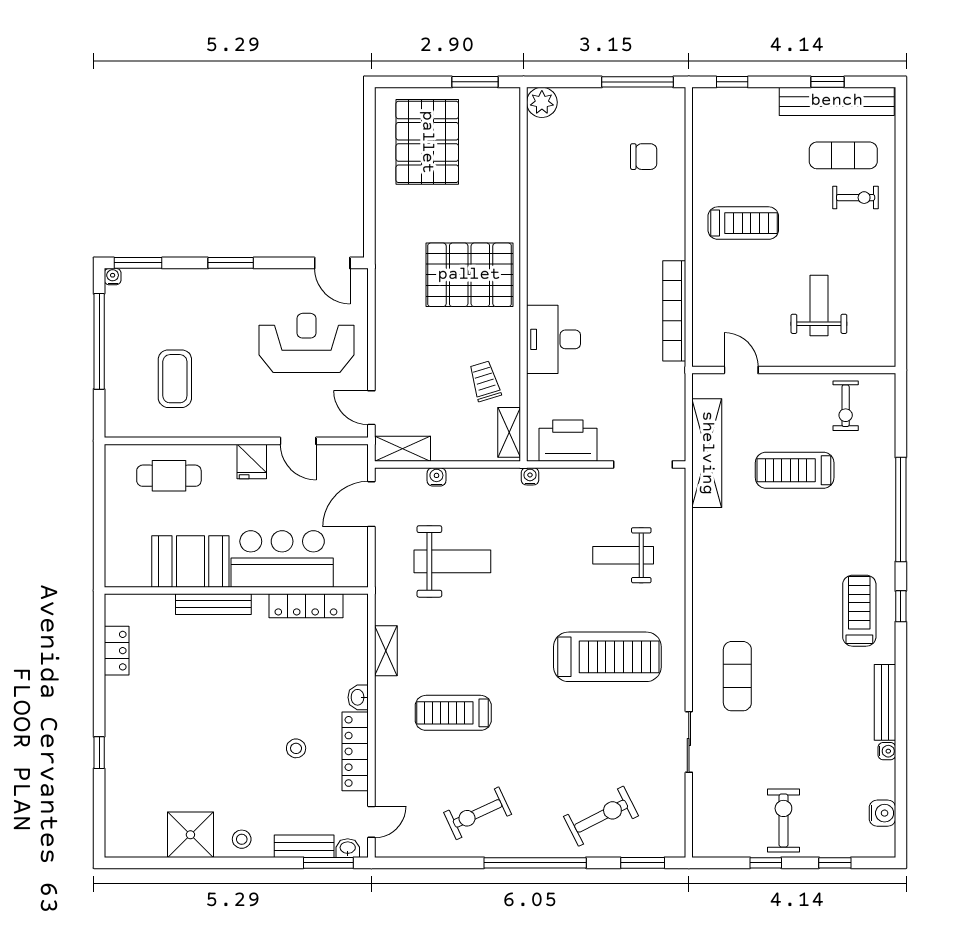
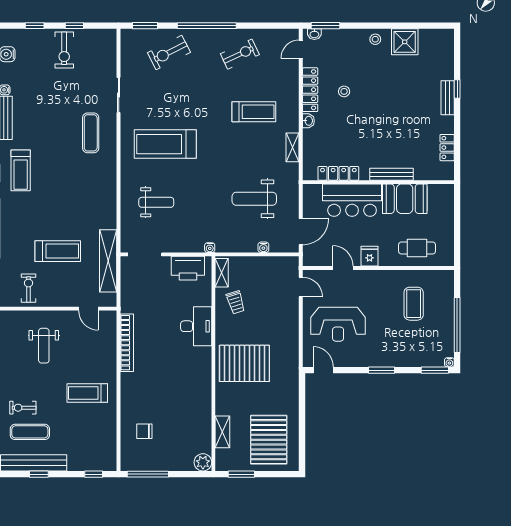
shelving: (402, 449) -> (222, 432), moved, turned 90
bench: (304, 846) -> (448, 98), moved, turned 90

